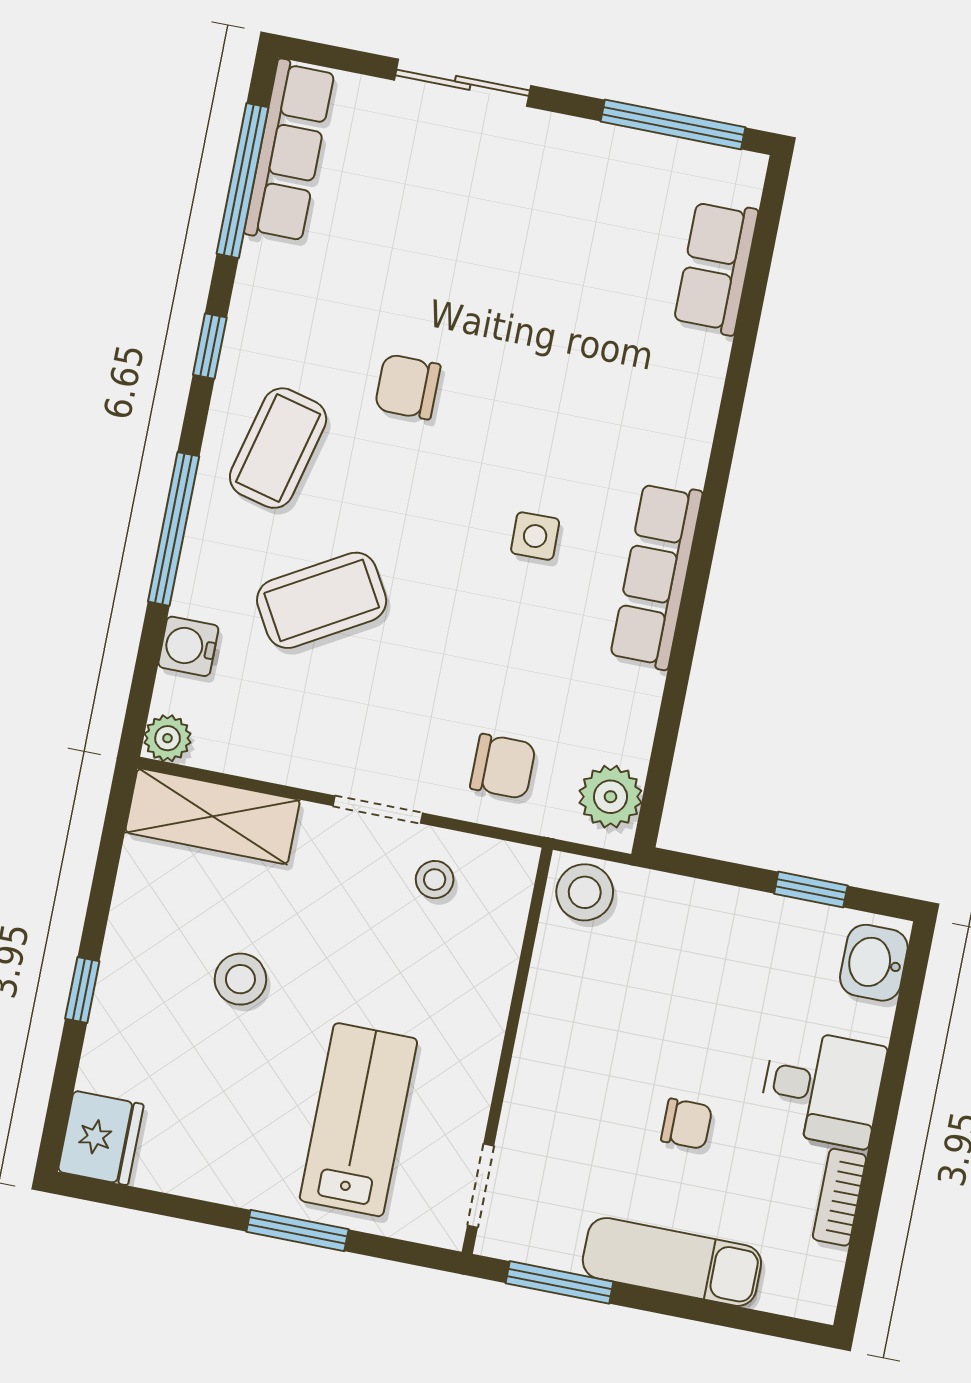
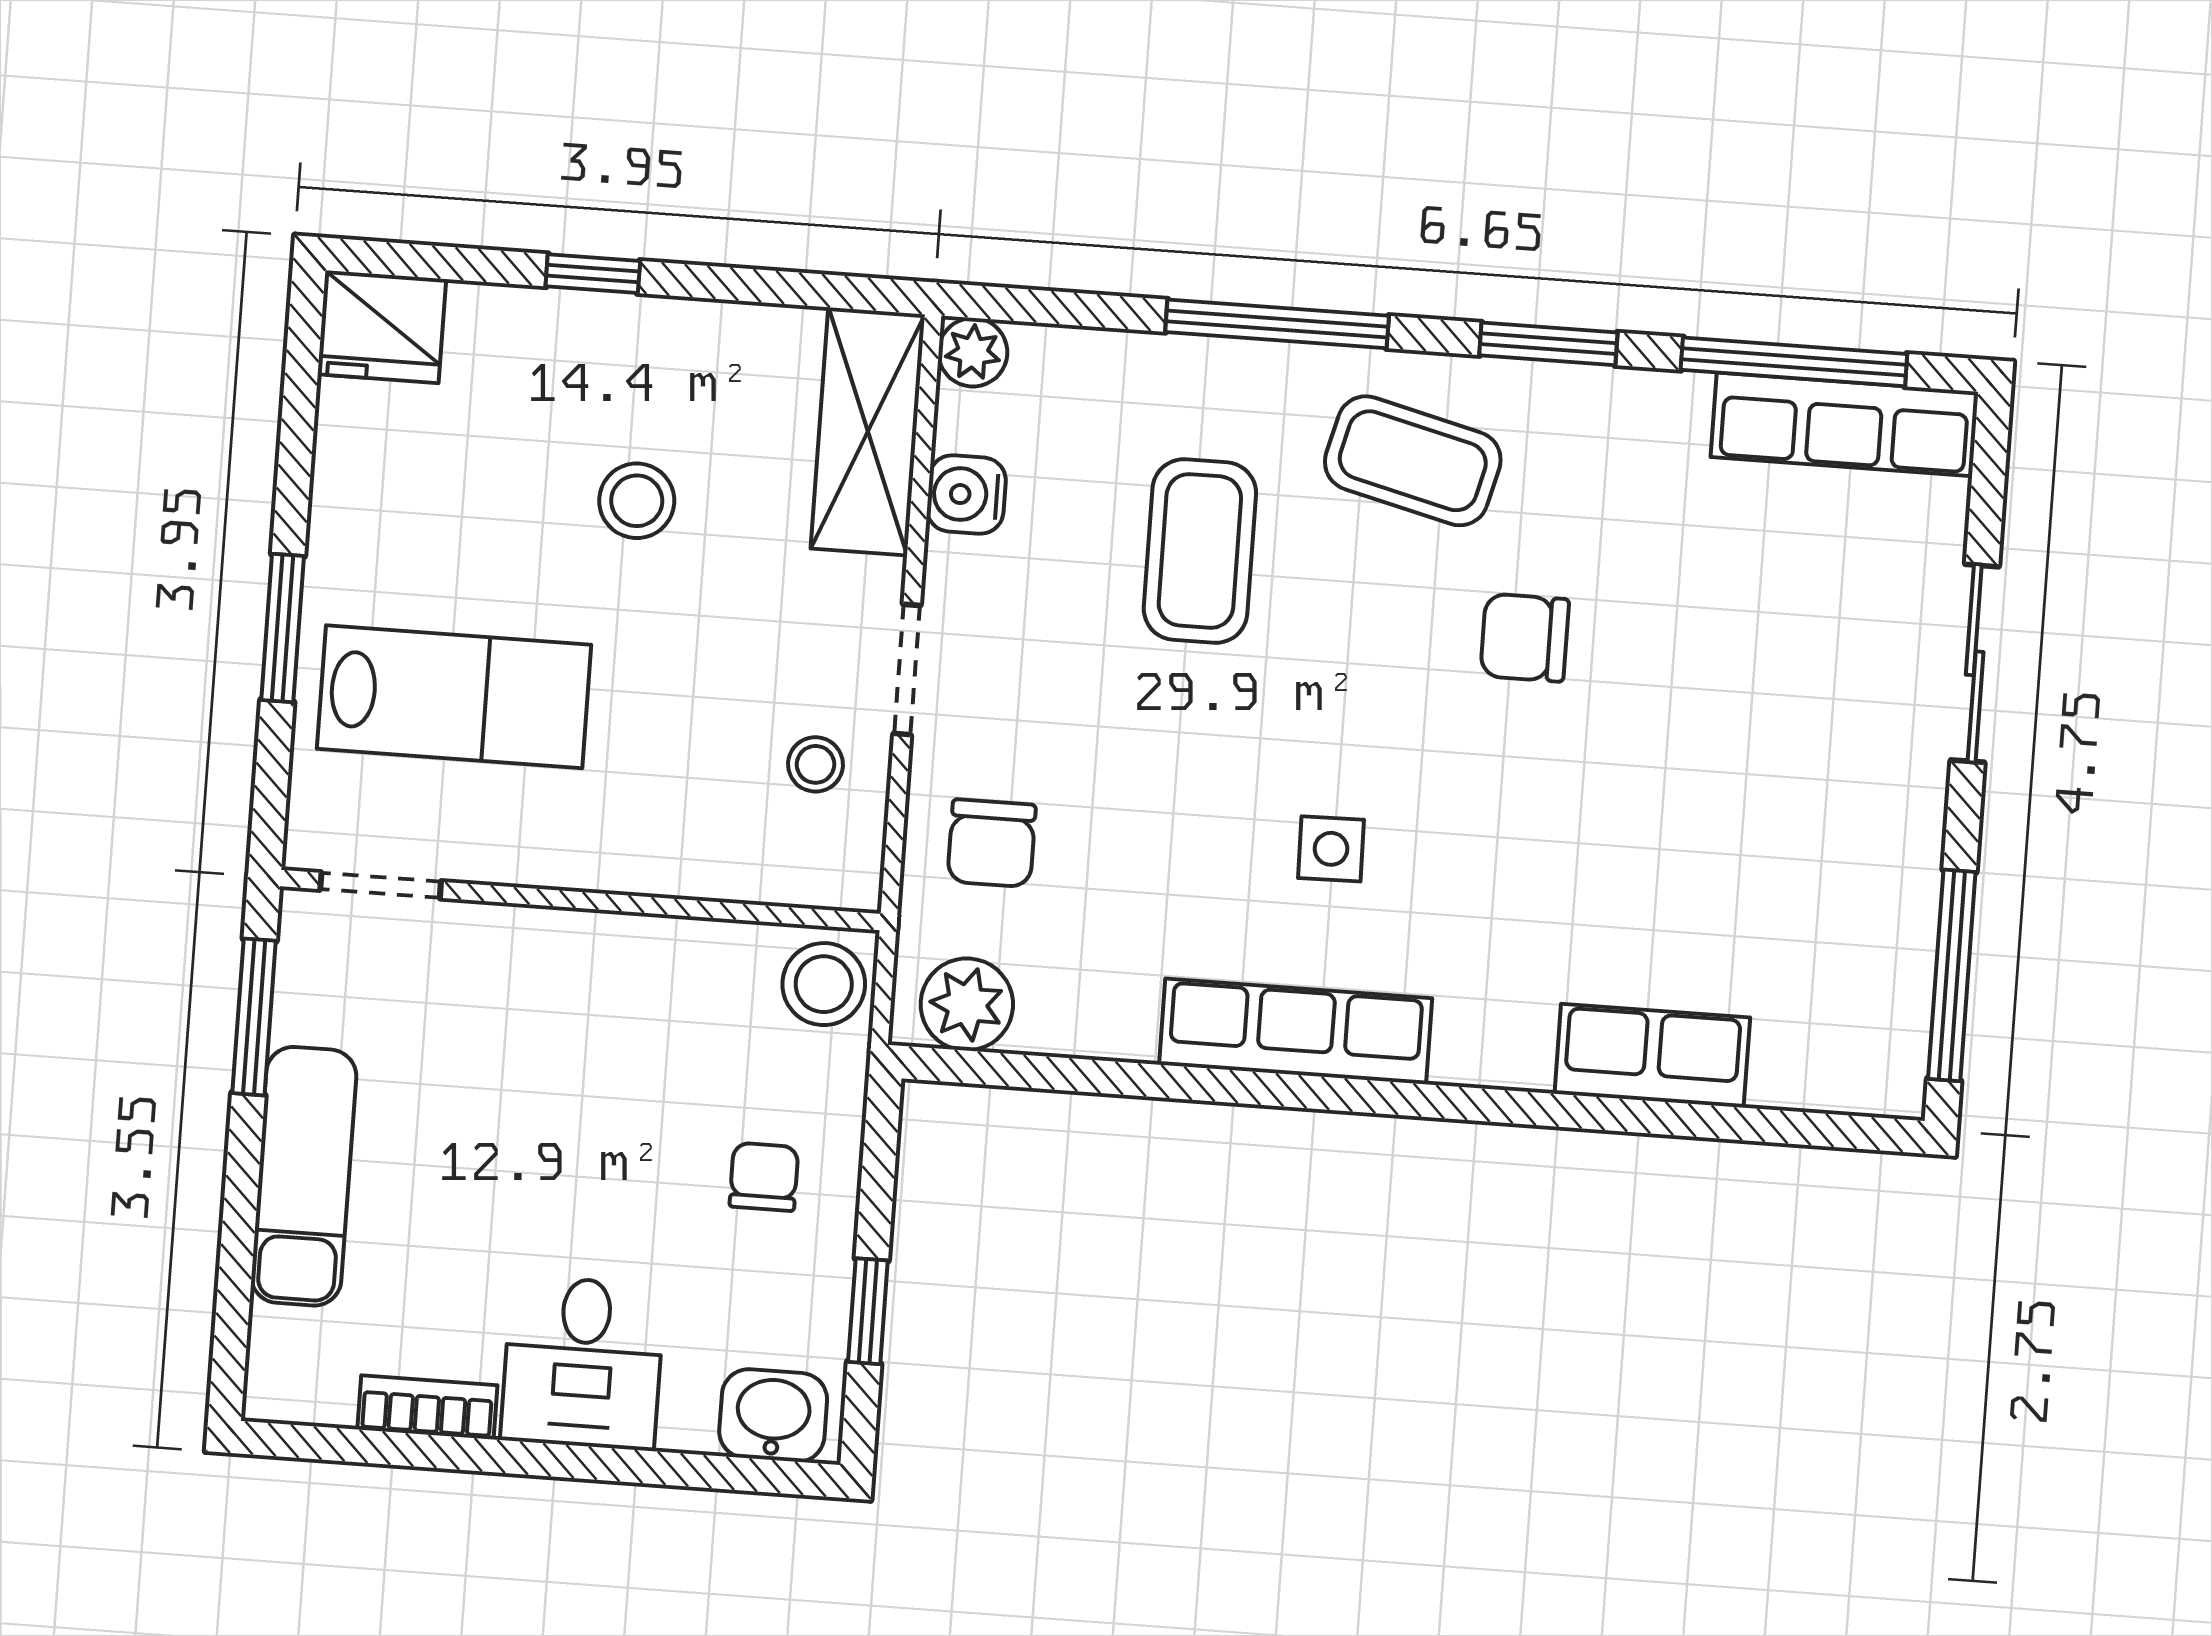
row of seats: (716, 267) -> (1652, 1056), moved
window: (210, 346) -> (1548, 344), width x1.50
chair: (408, 387) -> (1525, 638), turned -90
coffee table: (322, 600) -> (1200, 551), turned 30
water cooler: (188, 646) -> (966, 495), moved, turned -90
chair: (687, 1124) -> (764, 1177), moved, turned 180

